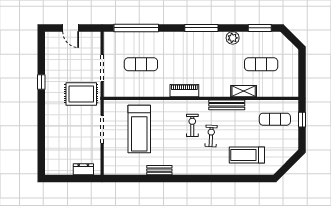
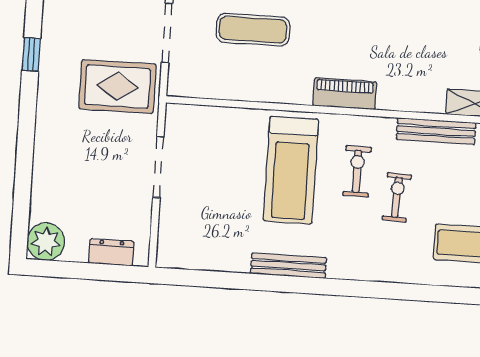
treadmill: (139, 129) -> (291, 170), moved
plant: (53, 166) -> (46, 242), added
bench: (159, 170) -> (288, 266), width x1.36

